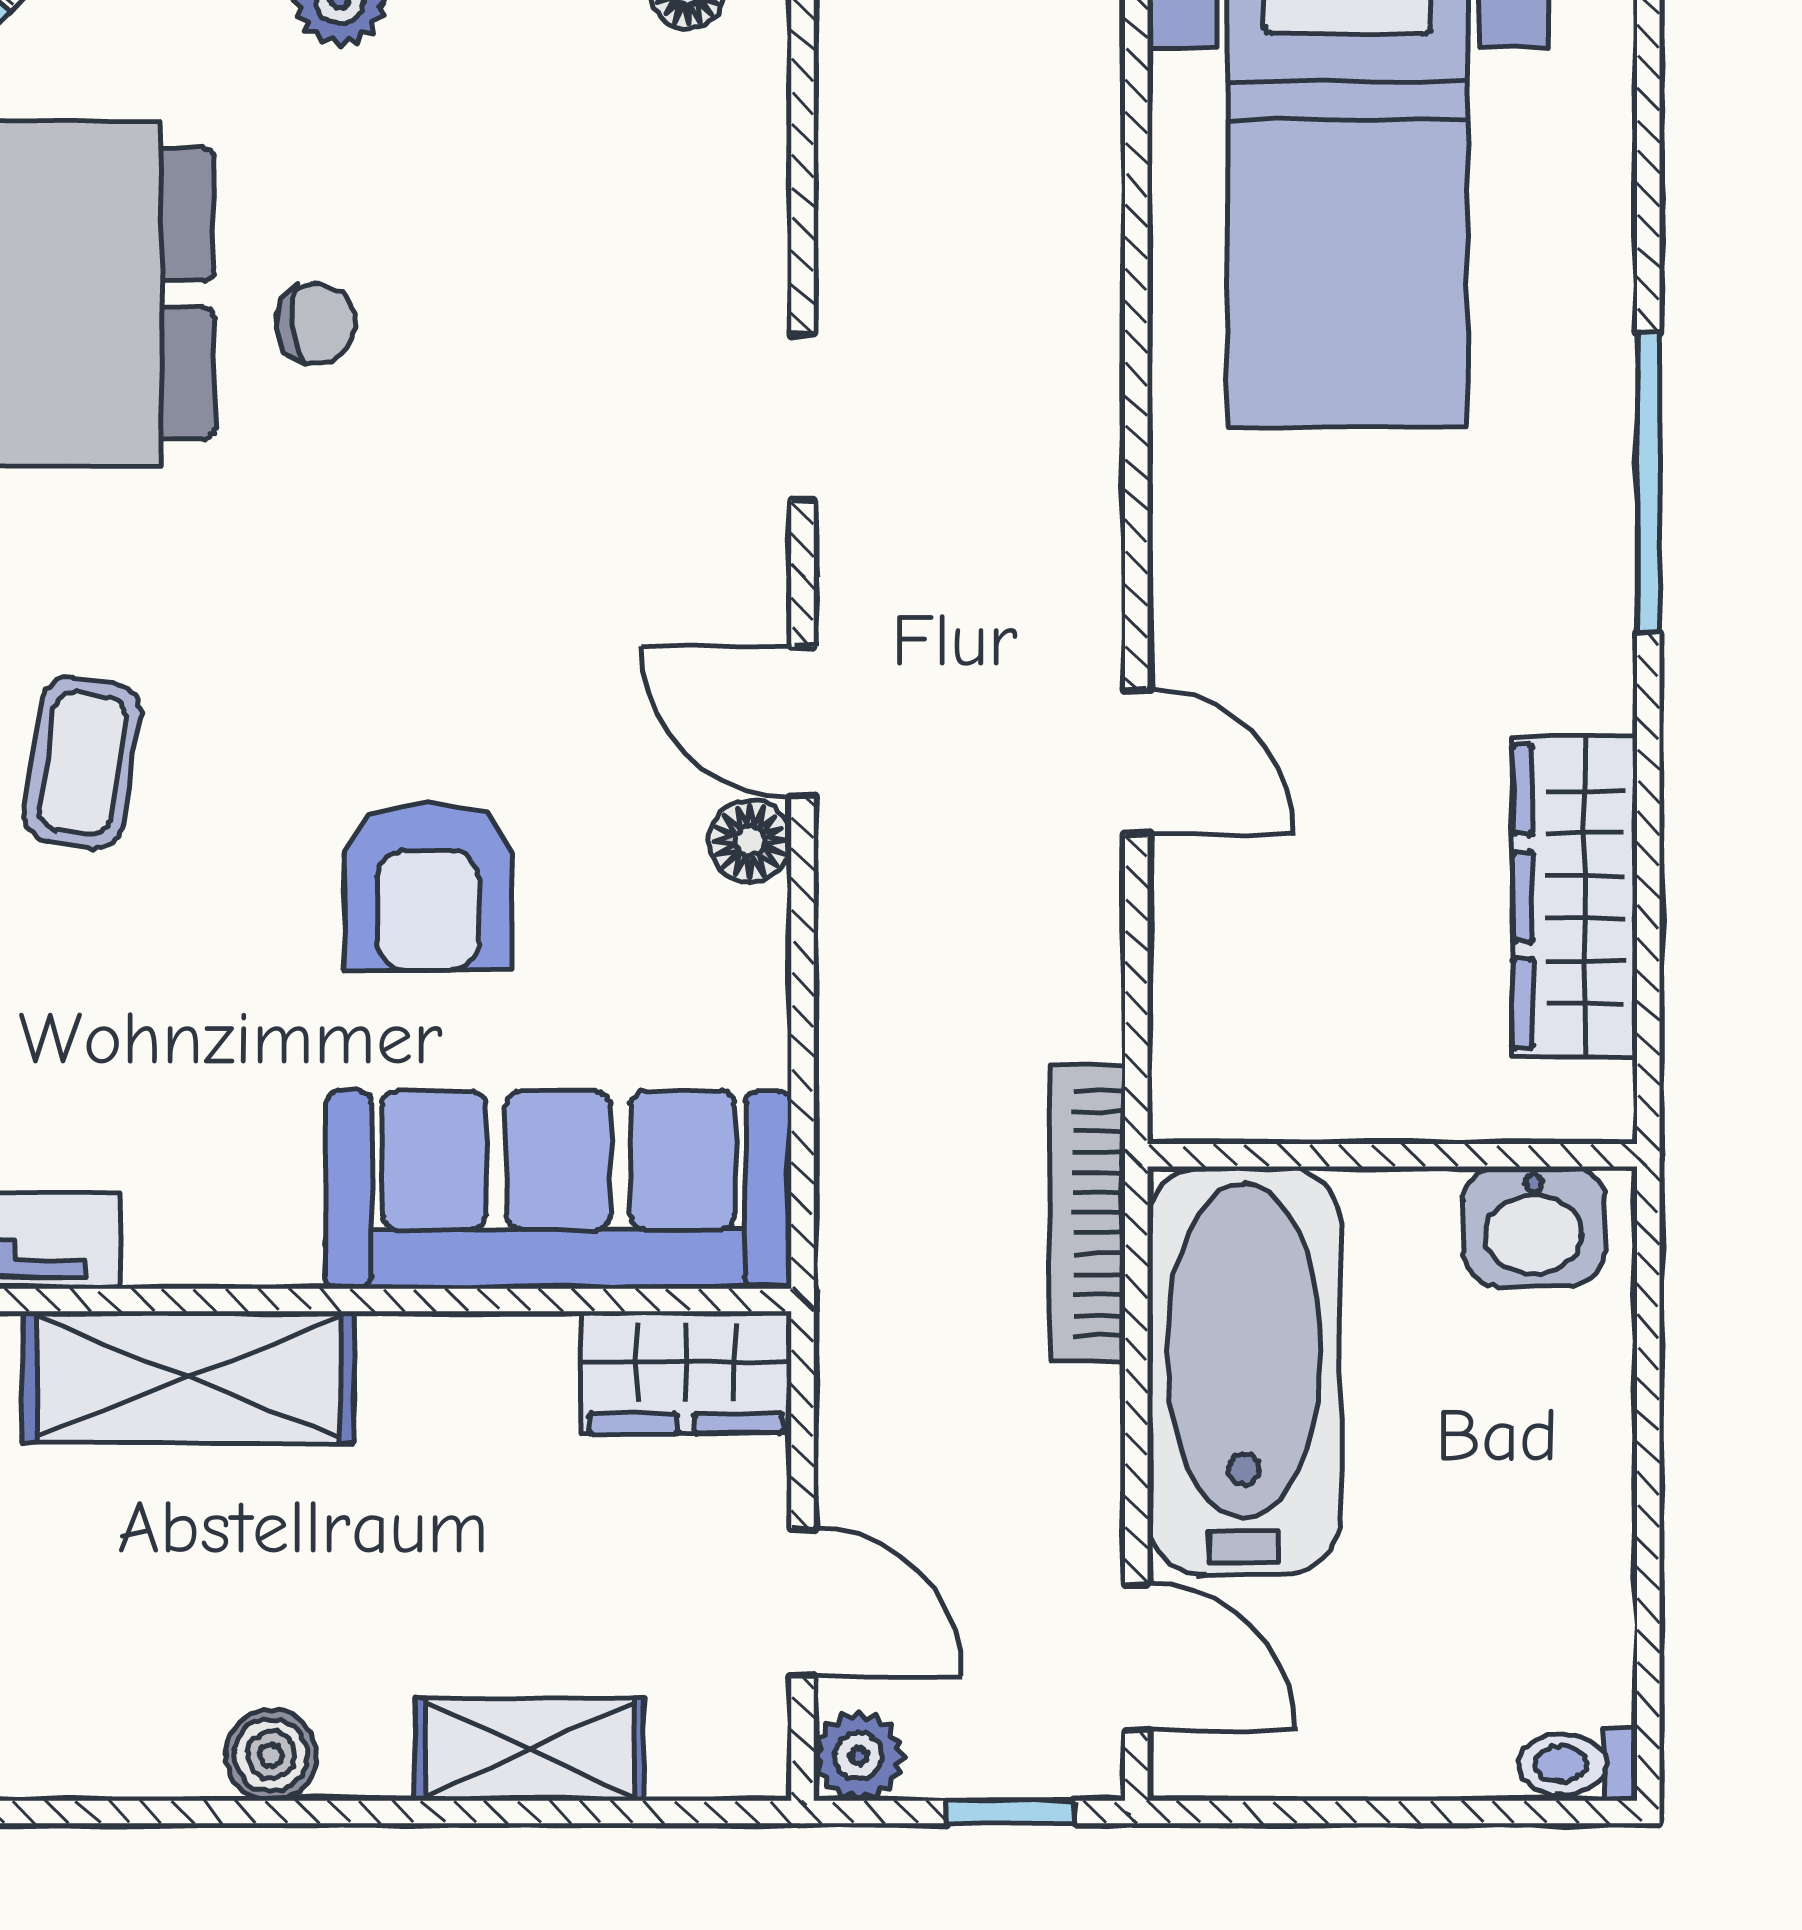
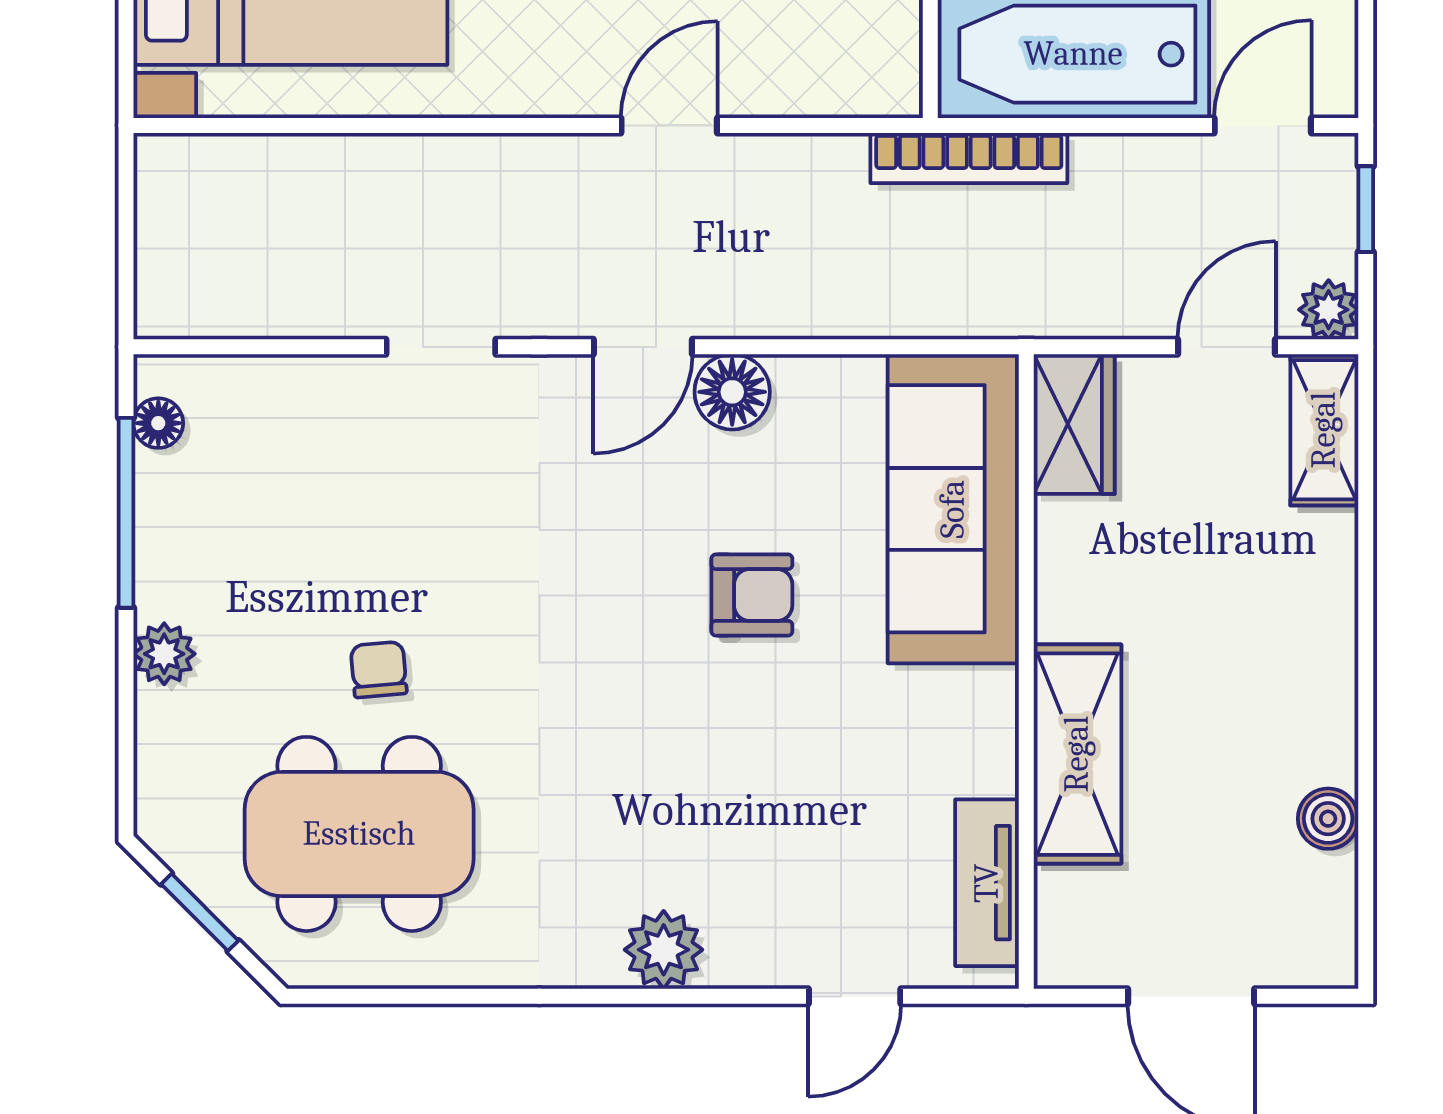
coffee table: (82, 763) -> (670, 824), removed
floor lamp: (750, 841) -> (732, 392), width x1.37, depth x1.37
armchair: (428, 886) -> (752, 595), width x0.72, depth x0.72
shelving: (530, 1749) -> (1324, 430), moved
boiler: (271, 1755) -> (1328, 819), moved

